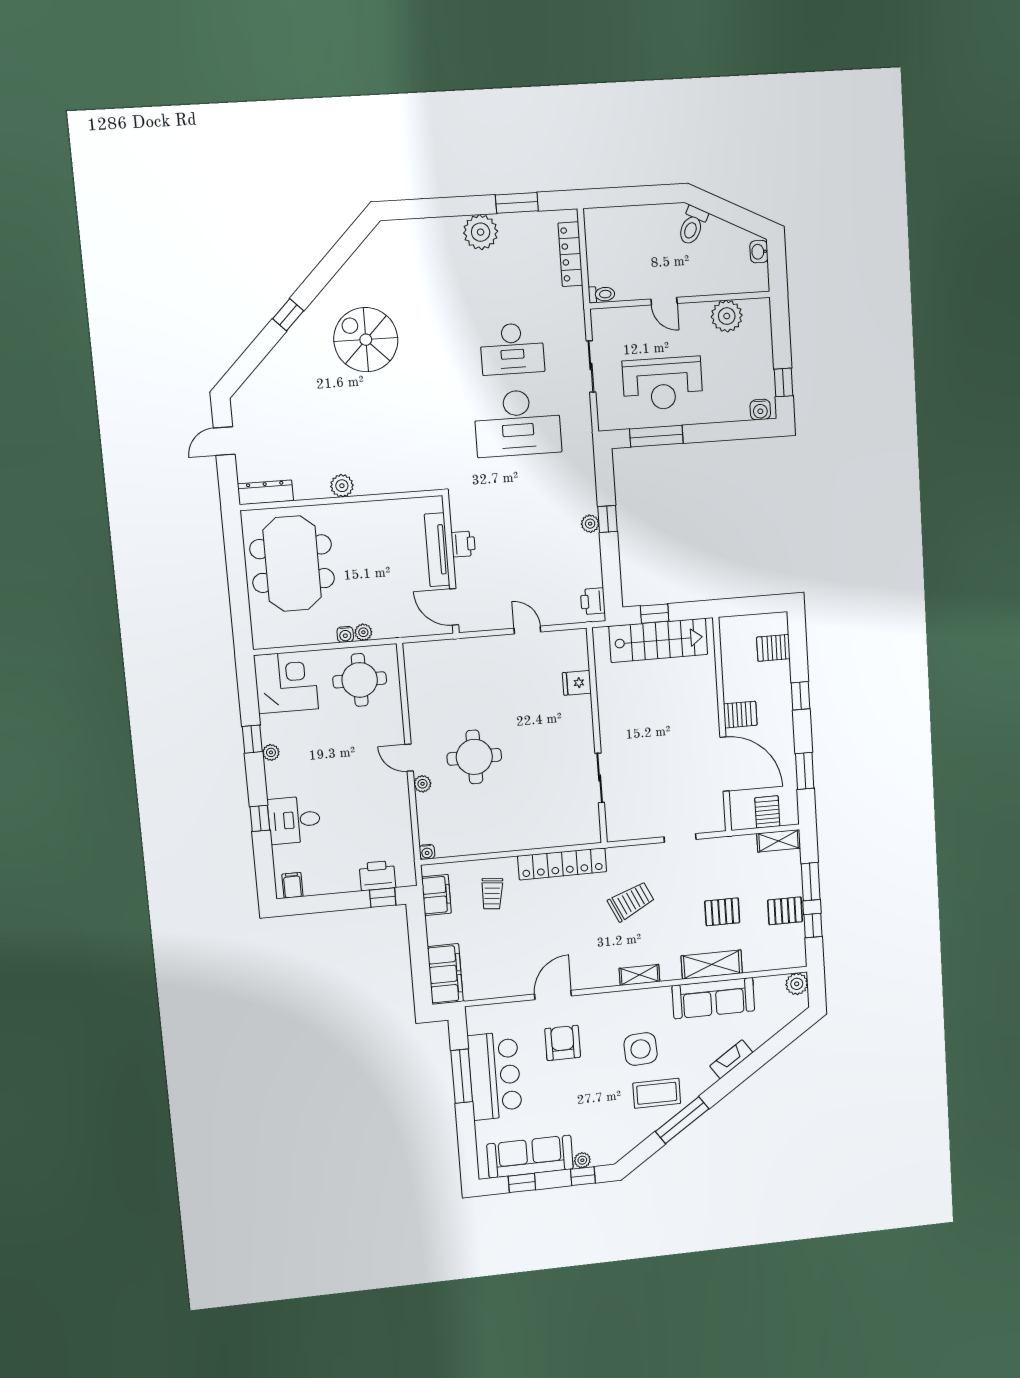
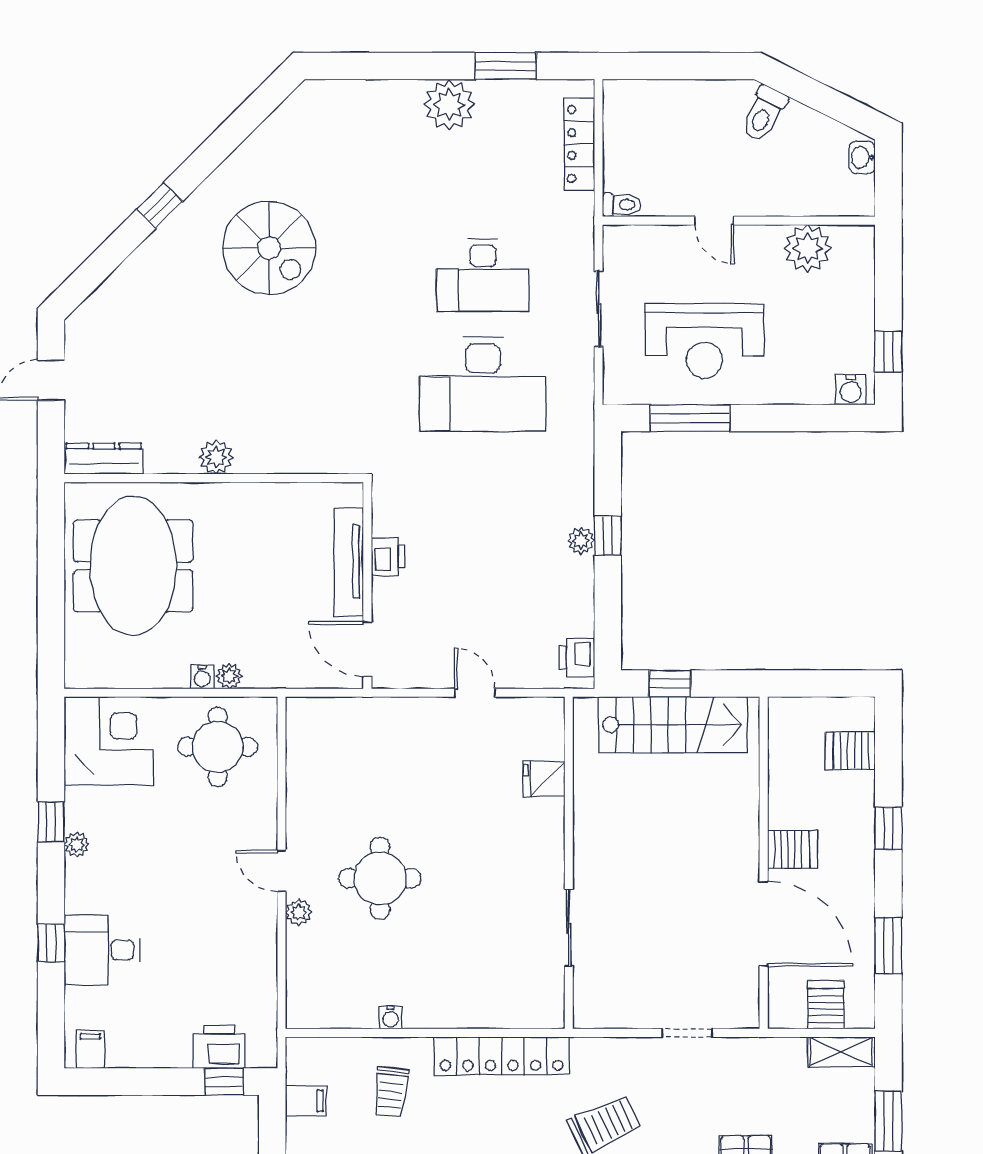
spiral stairs: (366, 340) -> (269, 248), turned 180
water cooler: (427, 852) -> (391, 1018), moved
filing cabinet: (436, 895) -> (306, 1101), width x0.50

